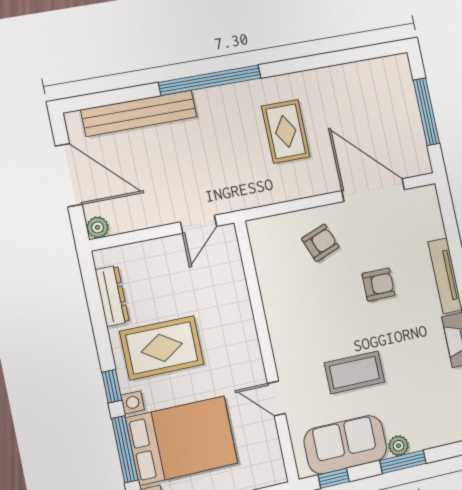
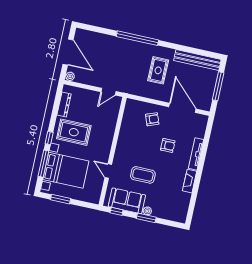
bench: (139, 113) -> (197, 60), moved

